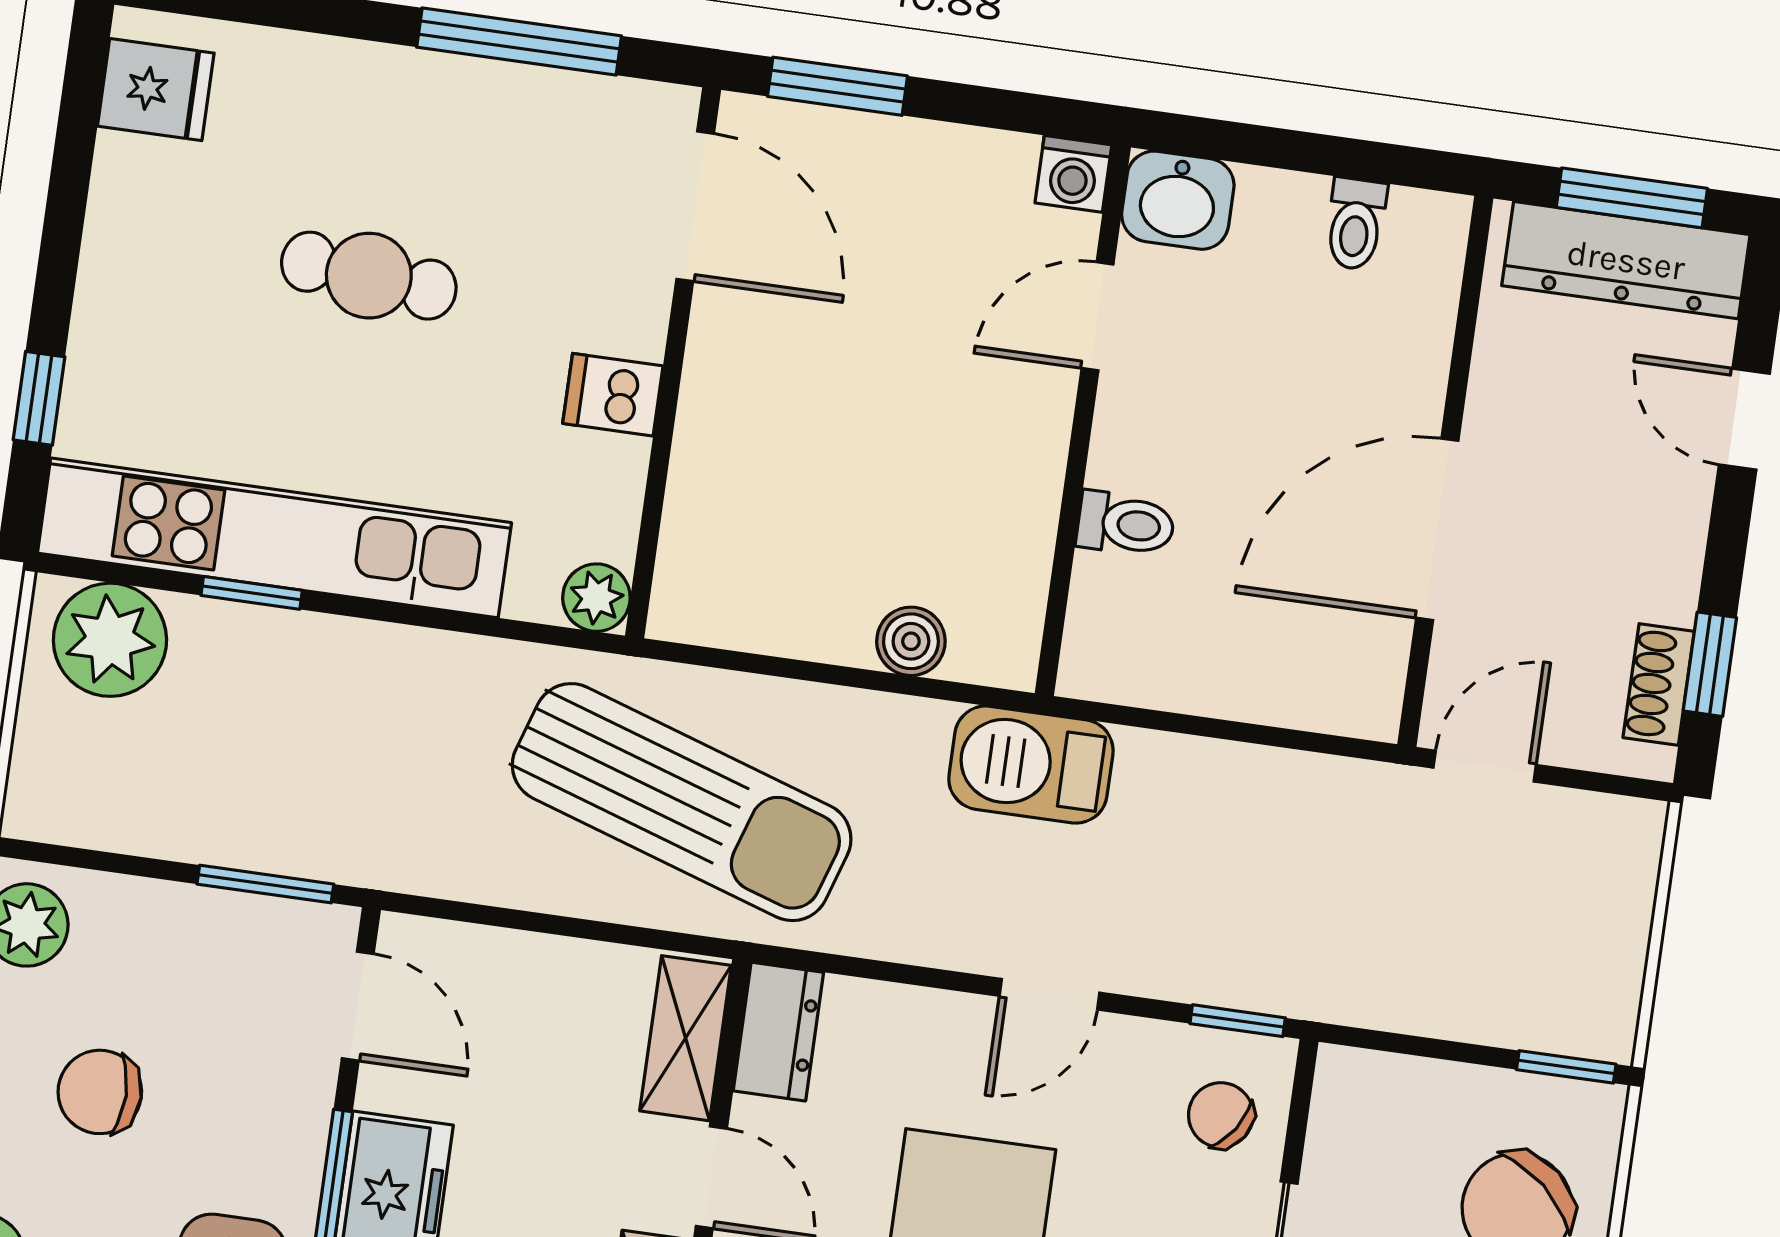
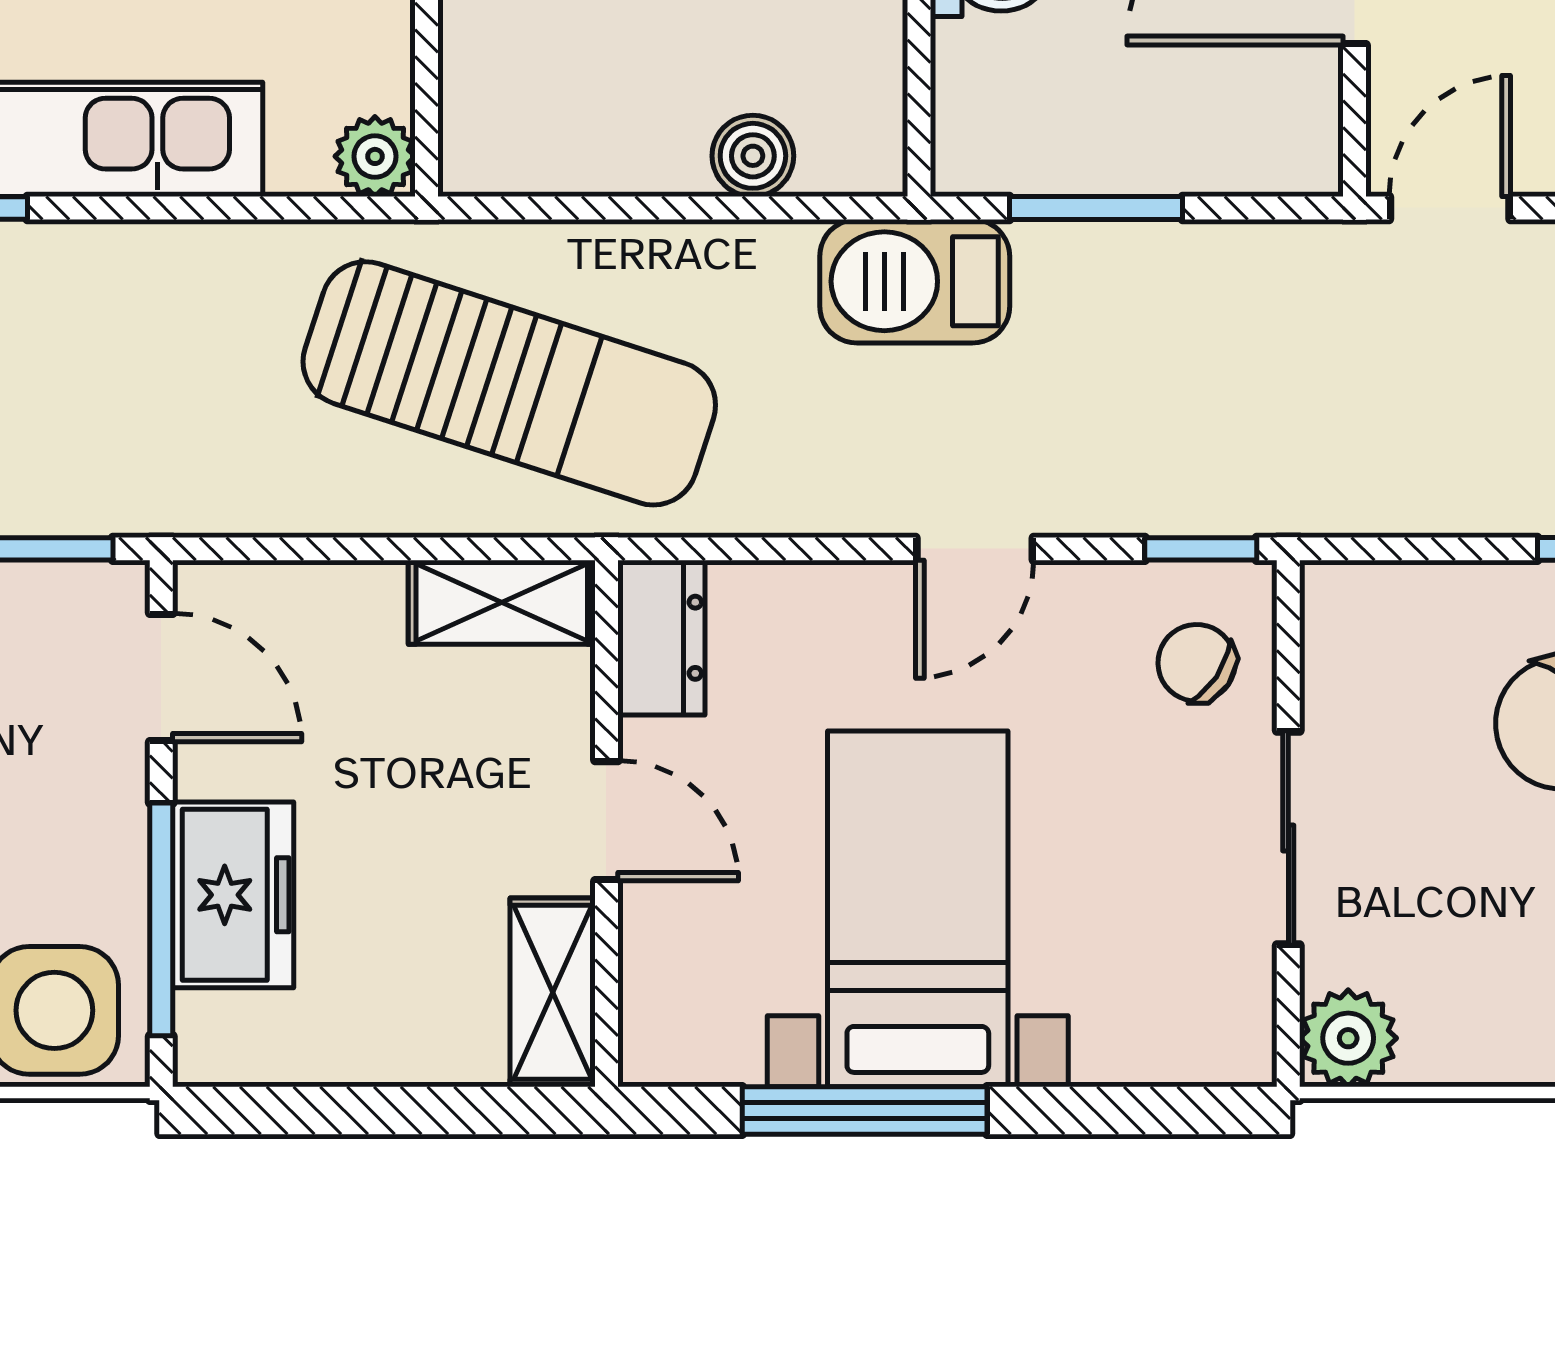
window: (1190, 725) -> (1096, 208), added
shelving: (686, 1038) -> (502, 602), moved, turned 90

